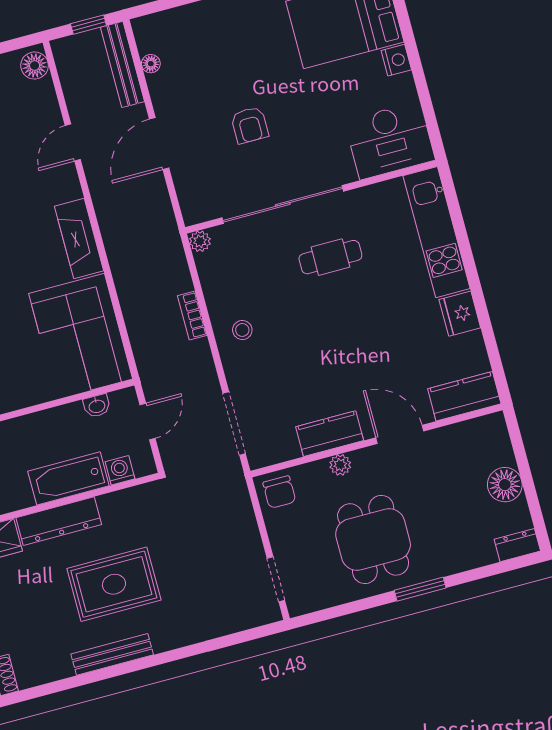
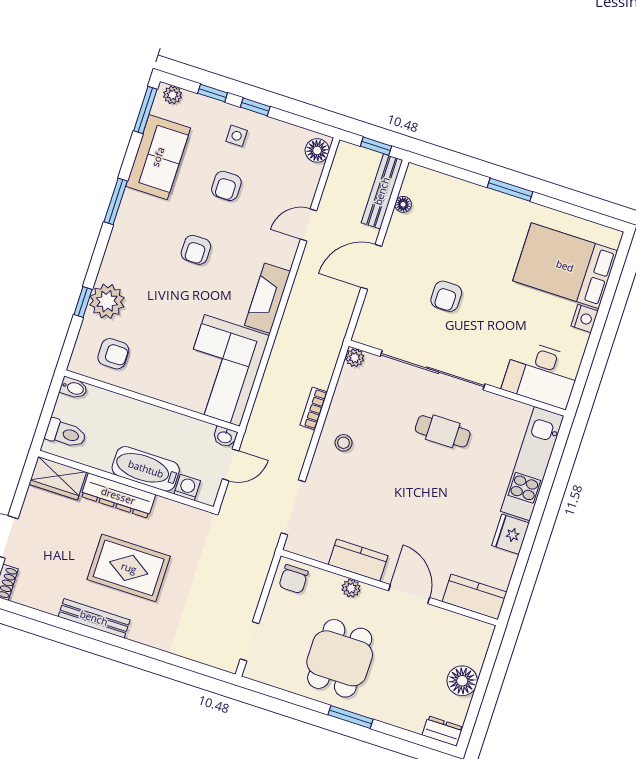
washbasin: (97, 406) -> (225, 437), moved

